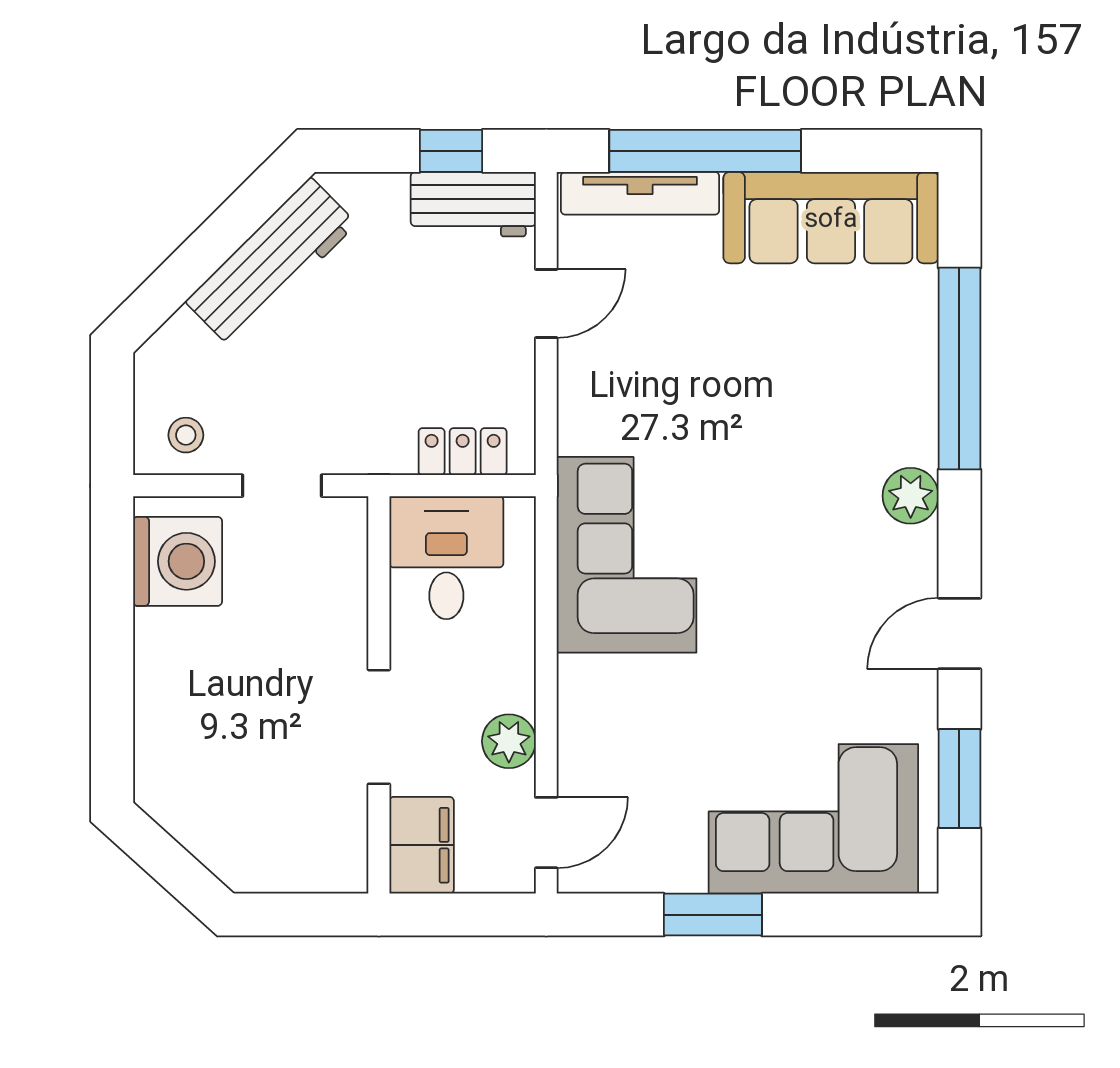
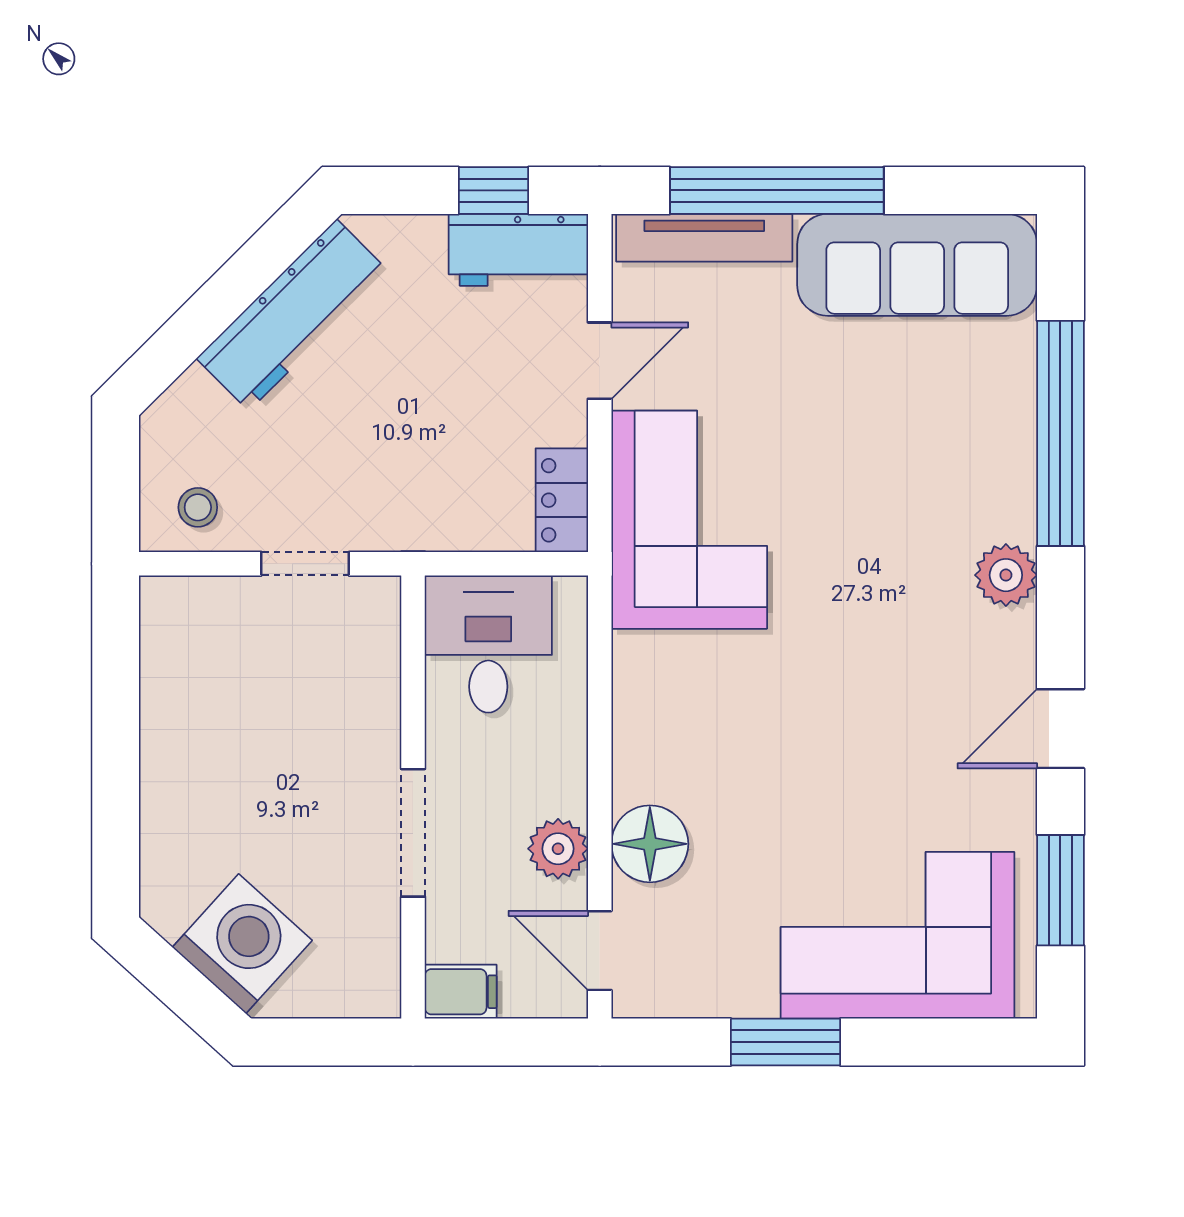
locker: (463, 452) -> (562, 500), moved, turned -90
corner sofa: (627, 555) -> (689, 520), moved
washing machine: (178, 561) -> (242, 944), moved, turned -48
floor lamp: (591, 737) -> (650, 844), added
door: (546, 833) -> (600, 951), swing flipped
filing cabinet: (422, 845) -> (461, 992), width x0.50

